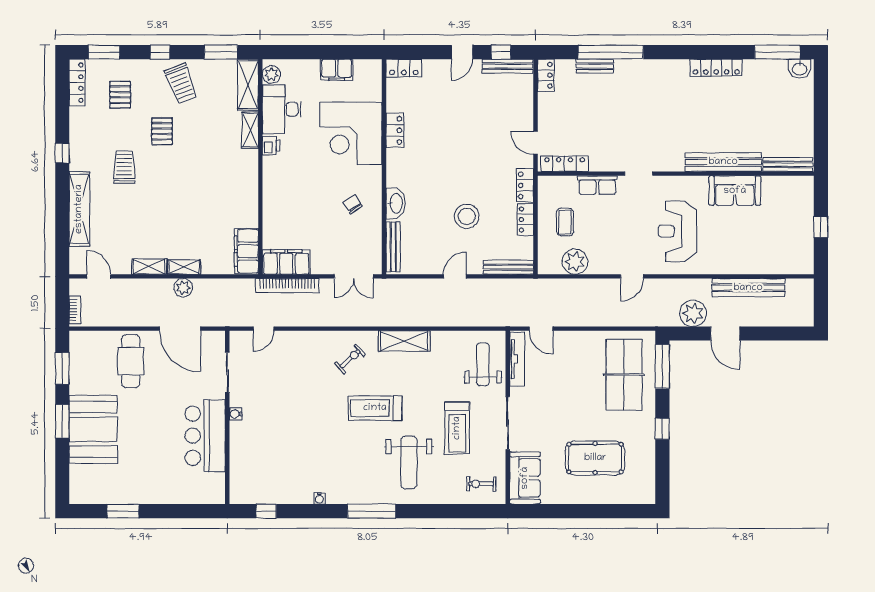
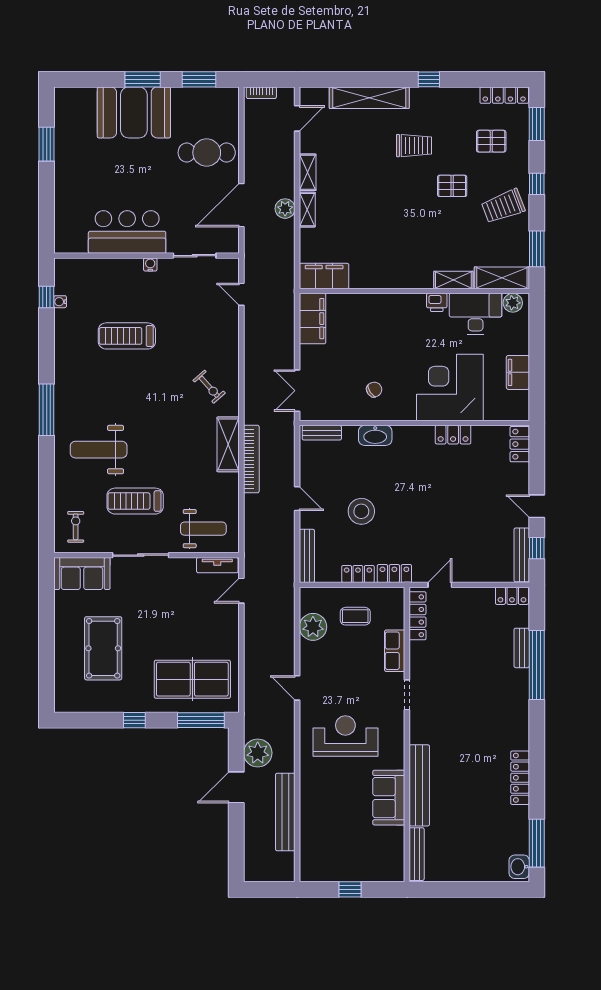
bench: (393, 247) -> (322, 433), width x0.73
bookcase: (287, 286) -> (251, 459), moved, turned 180
tv unit: (517, 359) -> (217, 565), width x0.71
treadmill: (375, 408) -> (127, 336), moved, turned -90
water cooler: (319, 498) -> (60, 302), moved

